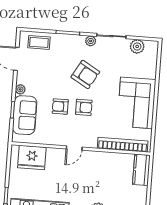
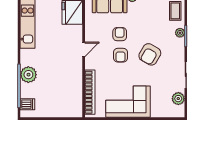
plant: (91, 41) -> (180, 33), moved
door: (74, 148) -> (84, 49), swing flipped
kitchen counter: (141, 170) -> (69, 111), removed

